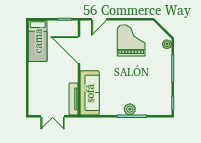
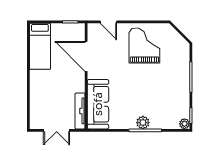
door: (99, 19) -> (108, 22), hinge flipped
plant: (167, 44) -> (184, 124), moved

